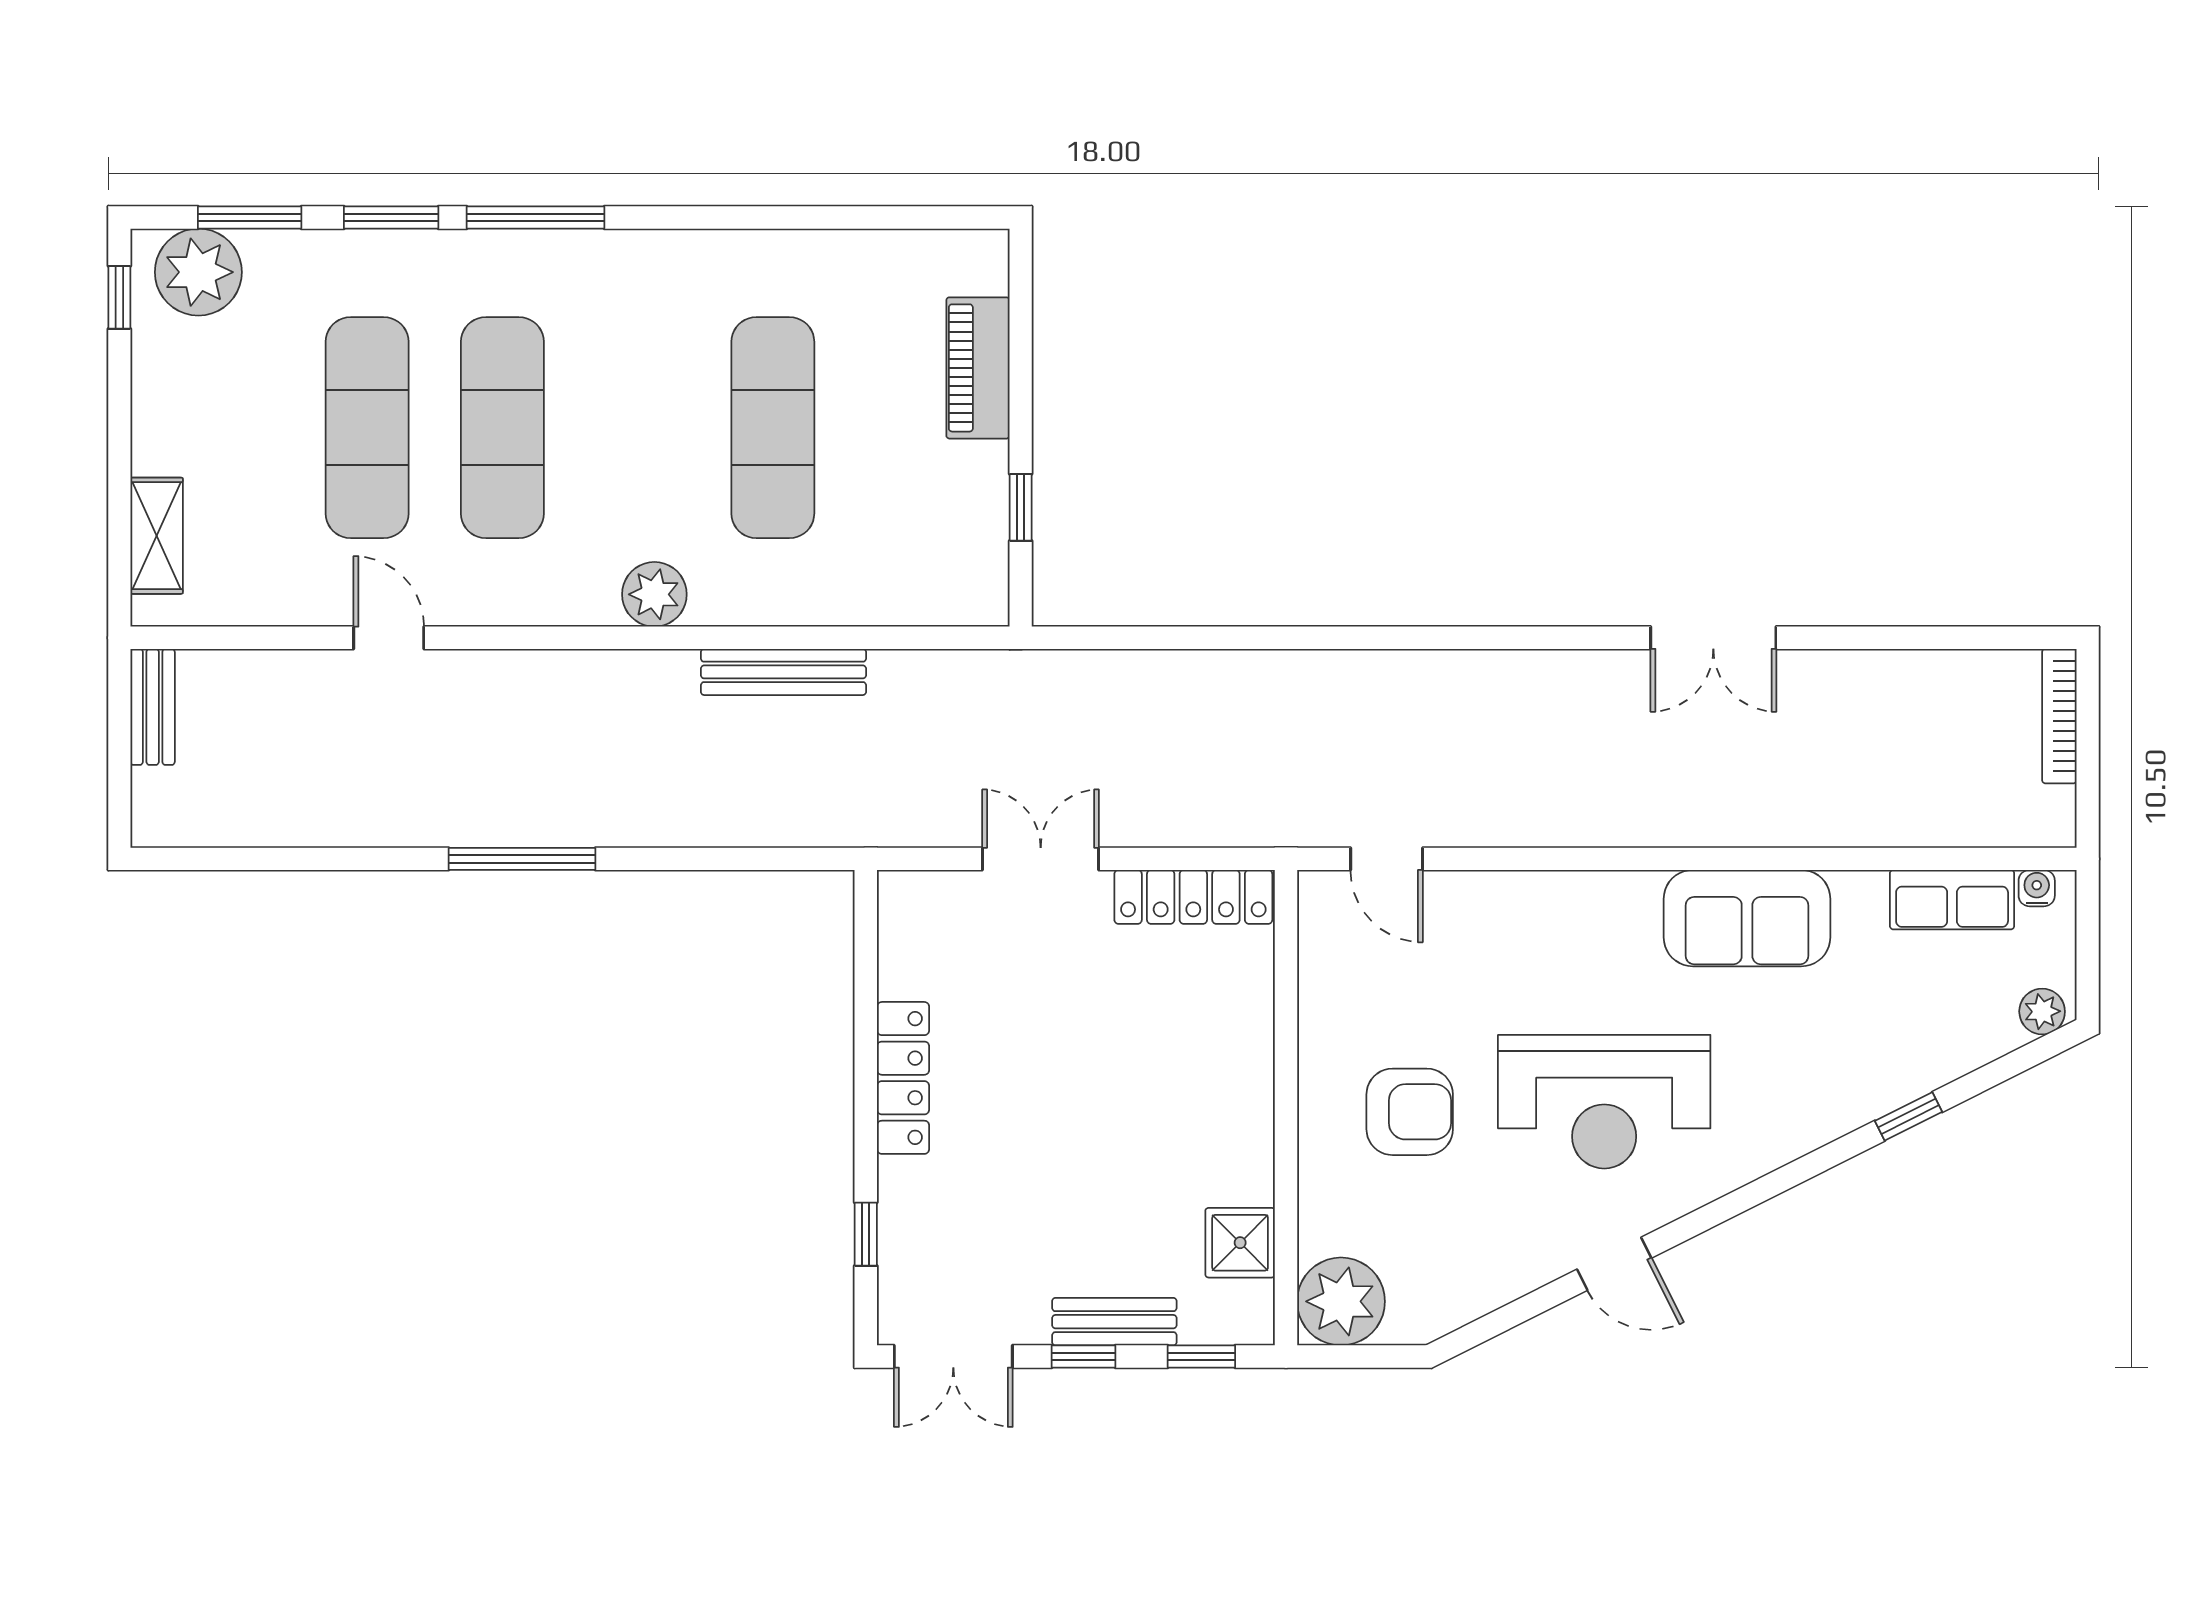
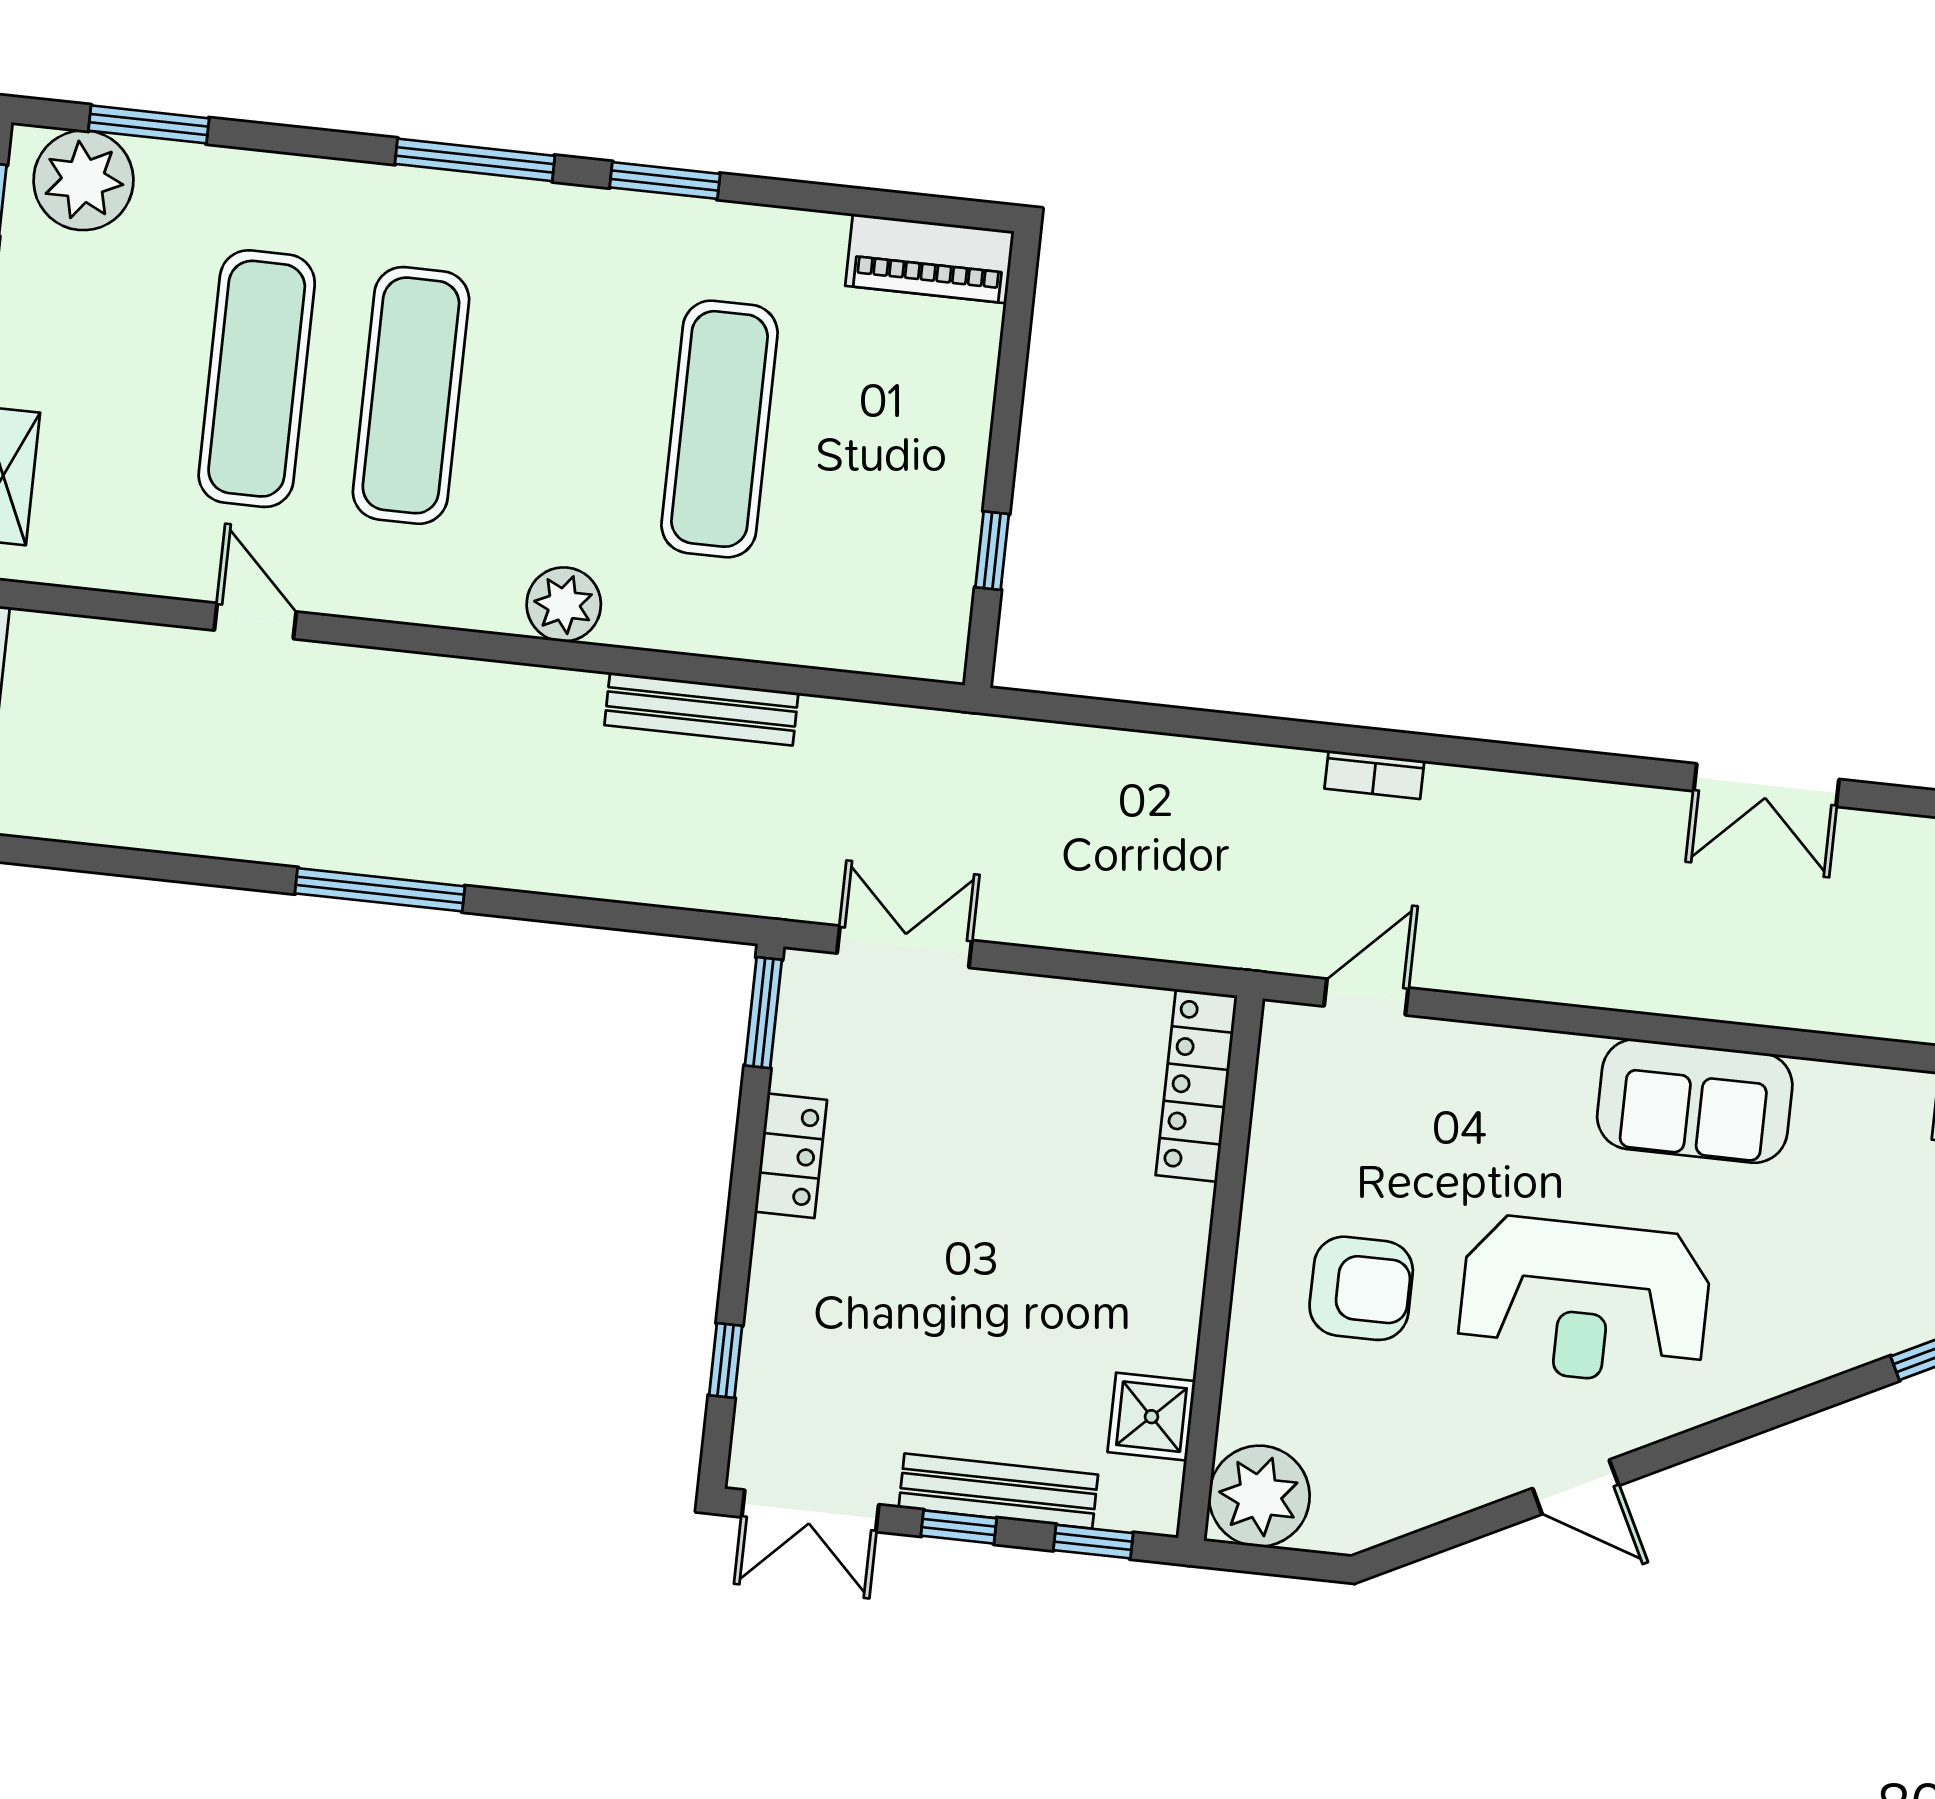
window: (391, 218) -> (665, 181), moved
piano: (978, 368) -> (930, 259), moved, turned -90
bookcase: (1373, 666) -> (1374, 775), added
double door: (1041, 859) -> (904, 947), moved
door: (1387, 859) -> (1366, 997), swing flipped
locker: (1193, 897) -> (1196, 1085), moved, turned 90
sofa: (1747, 918) -> (1695, 1101), moved
window: (866, 929) -> (763, 1013), added
locker: (903, 1078) -> (791, 1156), width x0.66
bench: (1114, 1322) -> (998, 1491), width x1.36

